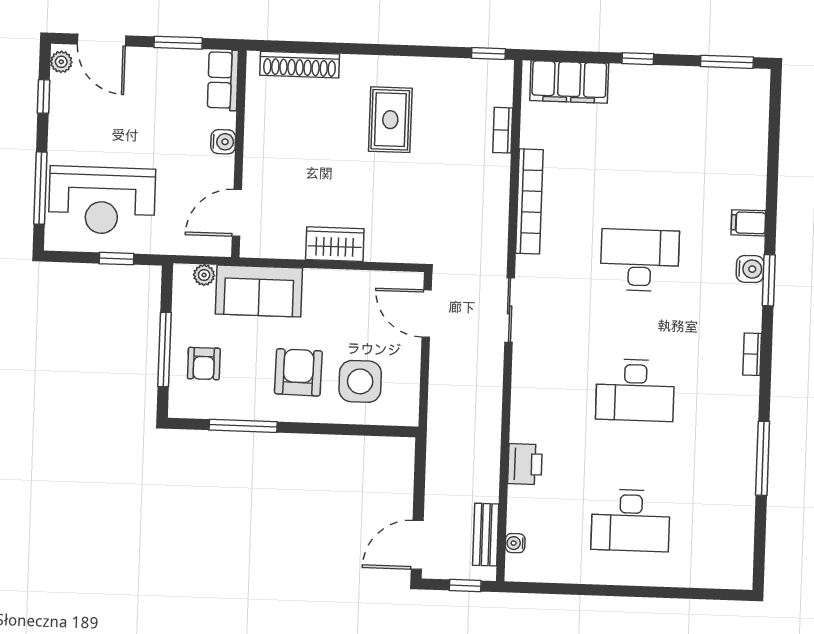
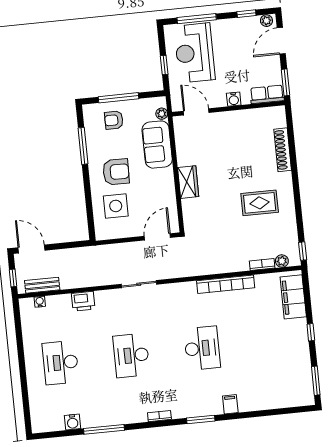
row of seats: (223, 80) -> (267, 94), moved
plant: (501, 94) -> (282, 261), added
water cooler: (223, 142) -> (234, 99), moved
wall: (239, 154) -> (228, 109), moved
door: (237, 213) -> (196, 112), moved
water cooler: (750, 269) -> (73, 422), moved
sliding door: (510, 310) -> (139, 284), moved

